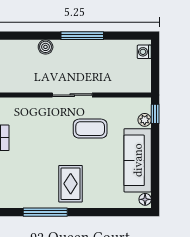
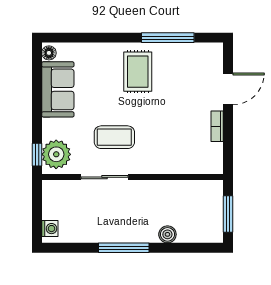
sliding door: (72, 95) -> (104, 177), moved
plant: (145, 120) -> (56, 154), width x1.87, depth x1.87
sofa: (138, 160) -> (58, 89), width x0.73

